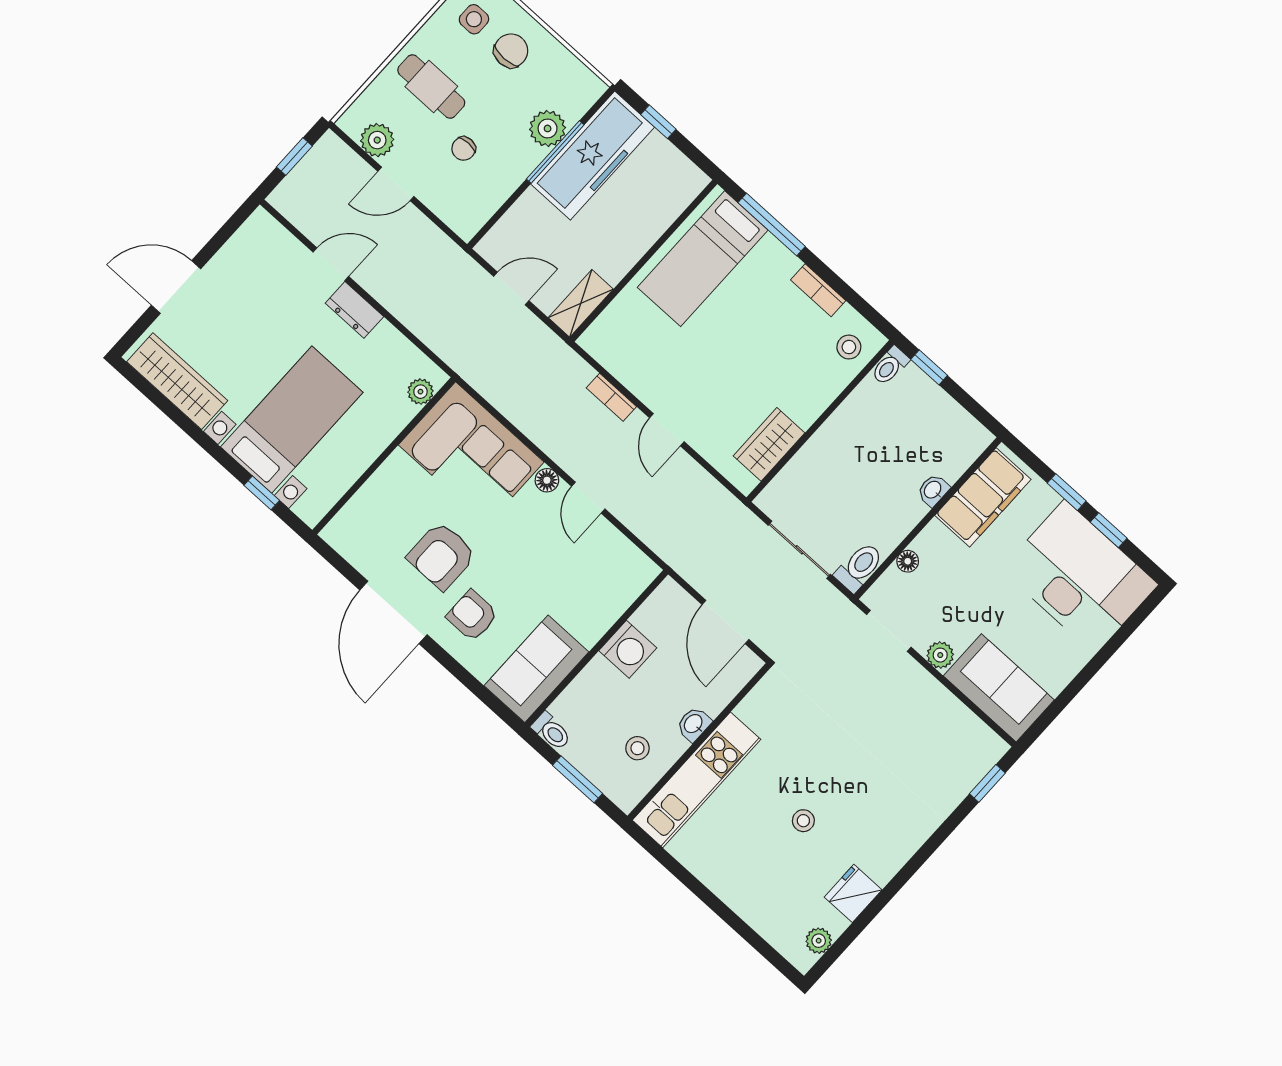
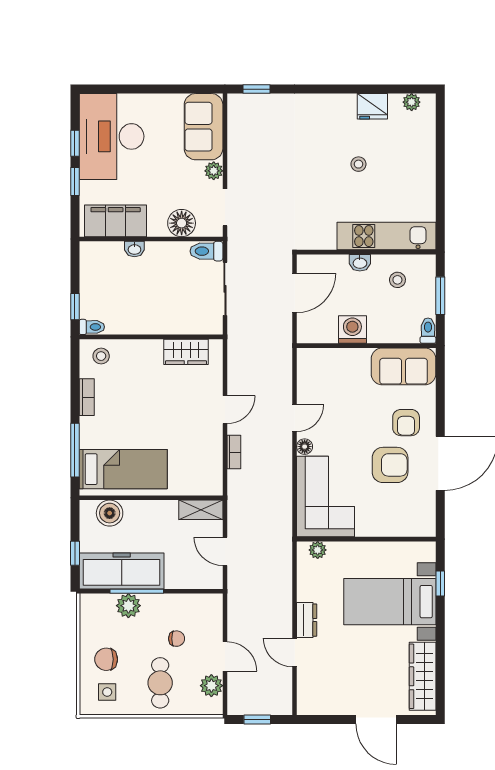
boiler: (668, 200) -> (110, 513), added
floor lamp: (908, 561) -> (182, 223), width x1.89, depth x1.89

